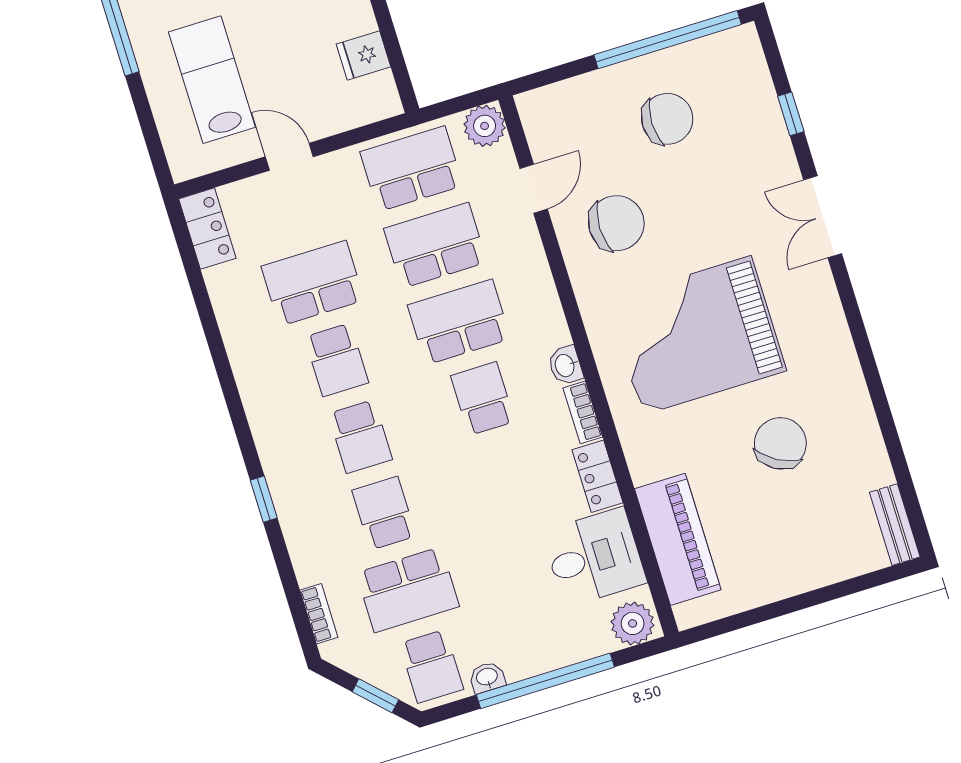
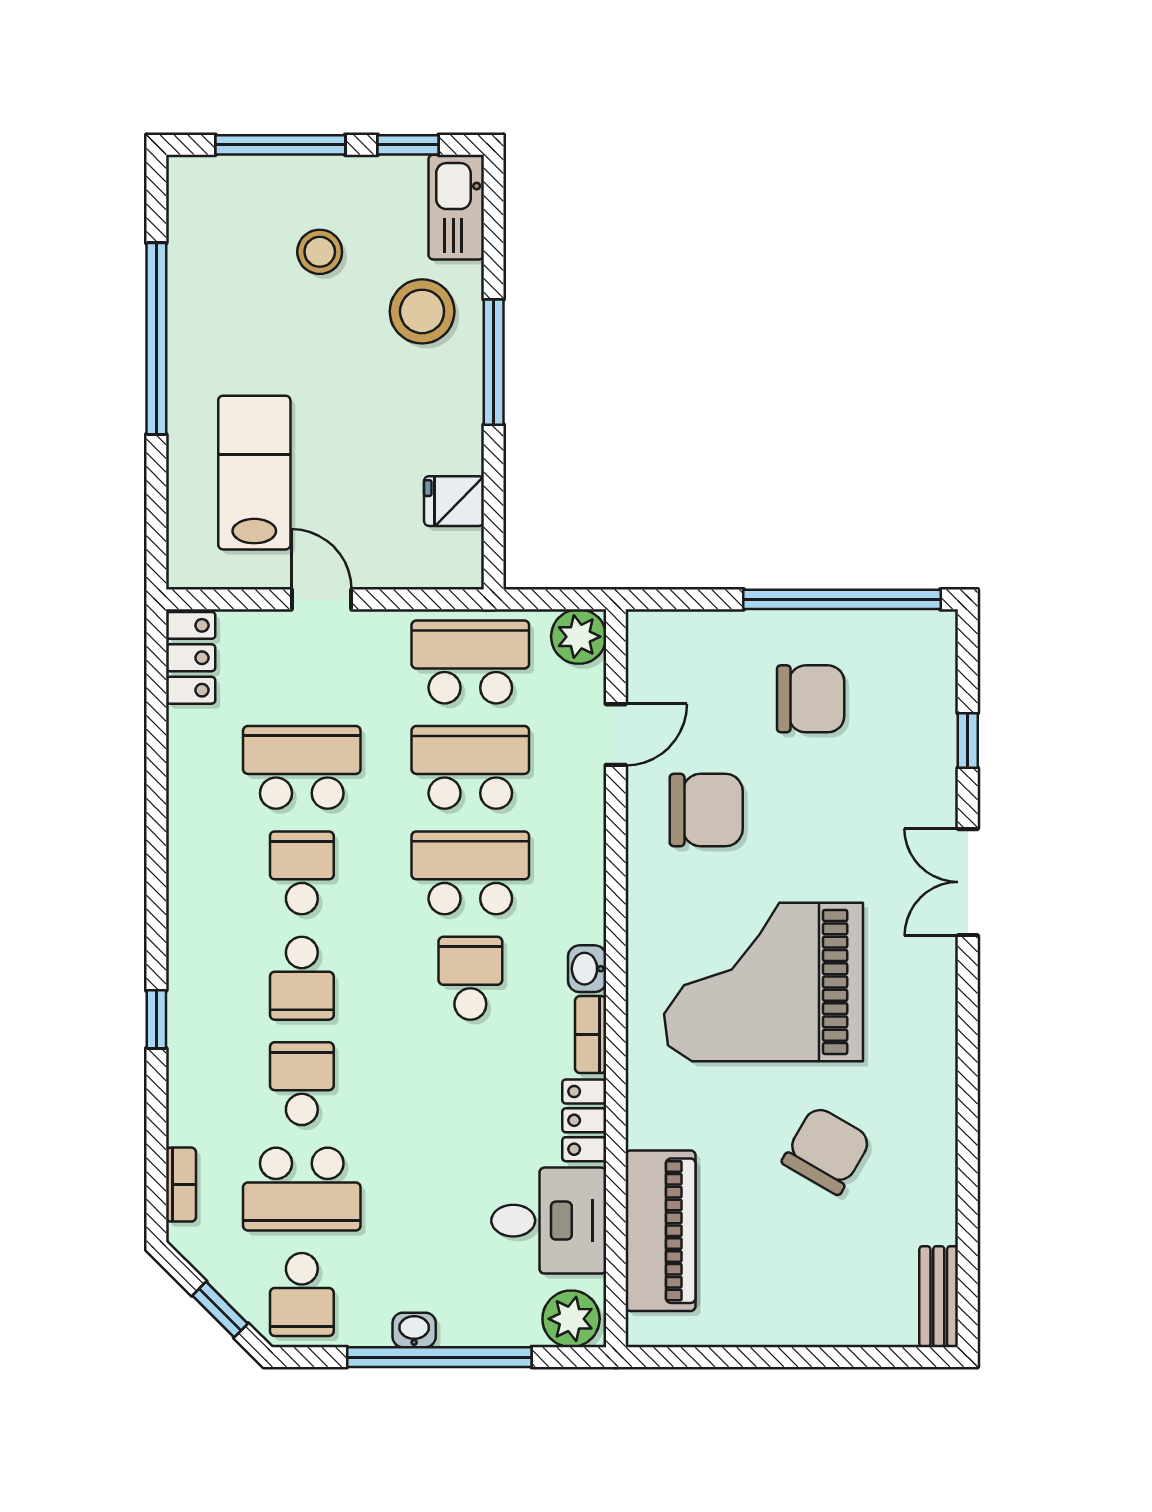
school desk: (337, 360) -> (302, 873), turned 180
washbasin: (487, 677) -> (414, 1330), moved

